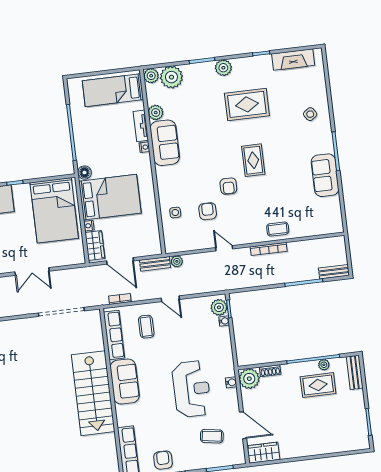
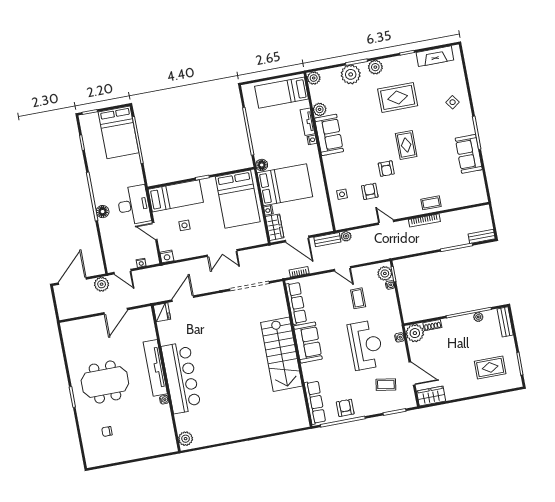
plant: (171, 77) -> (351, 74), moved
coffee table: (146, 327) -> (358, 298), moved
rug: (318, 385) -> (490, 367), moved

